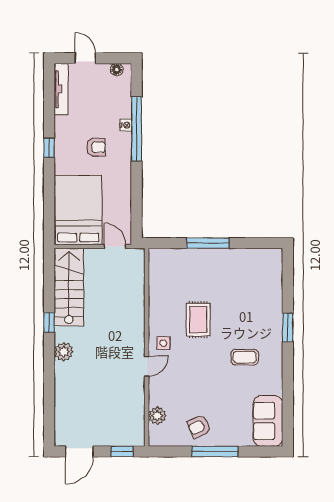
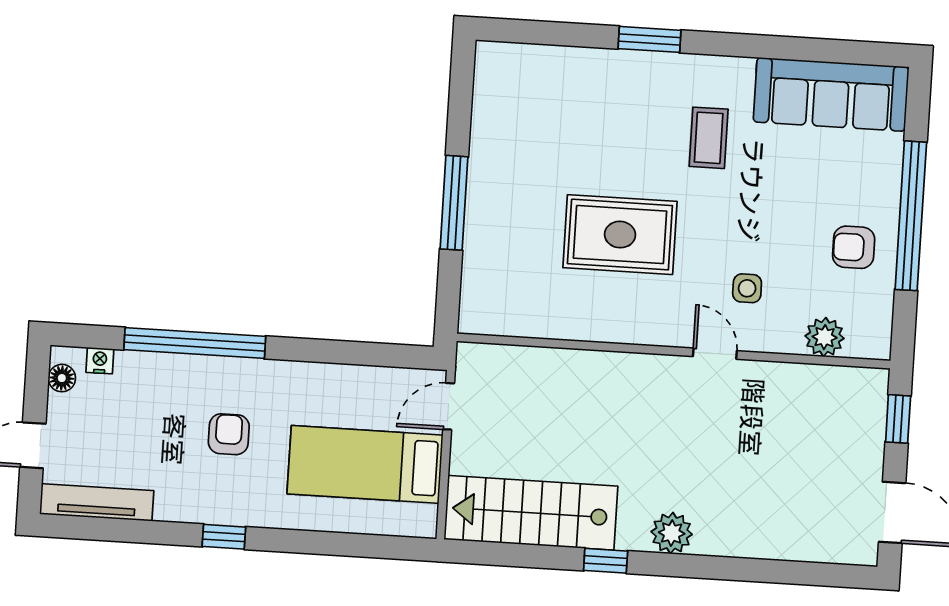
nightstand: (126, 125) -> (100, 361), moved
bed: (78, 210) -> (365, 464), width x0.67
rug: (198, 320) -> (620, 235), width x1.36, depth x1.43
side table: (163, 343) -> (747, 288), moved
sofa: (268, 421) -> (831, 94), width x1.36
armchair: (199, 426) -> (854, 247), turned 116
window: (215, 451) -> (911, 216), width x1.46

